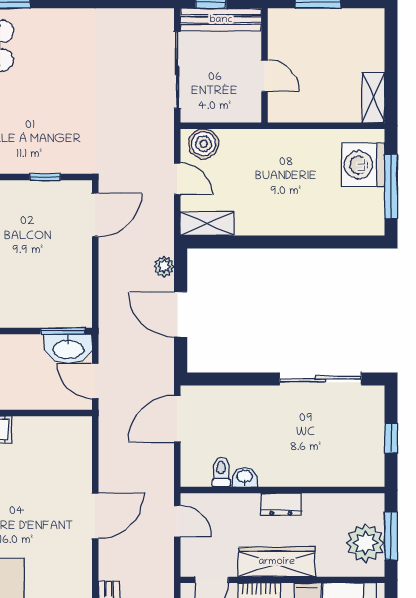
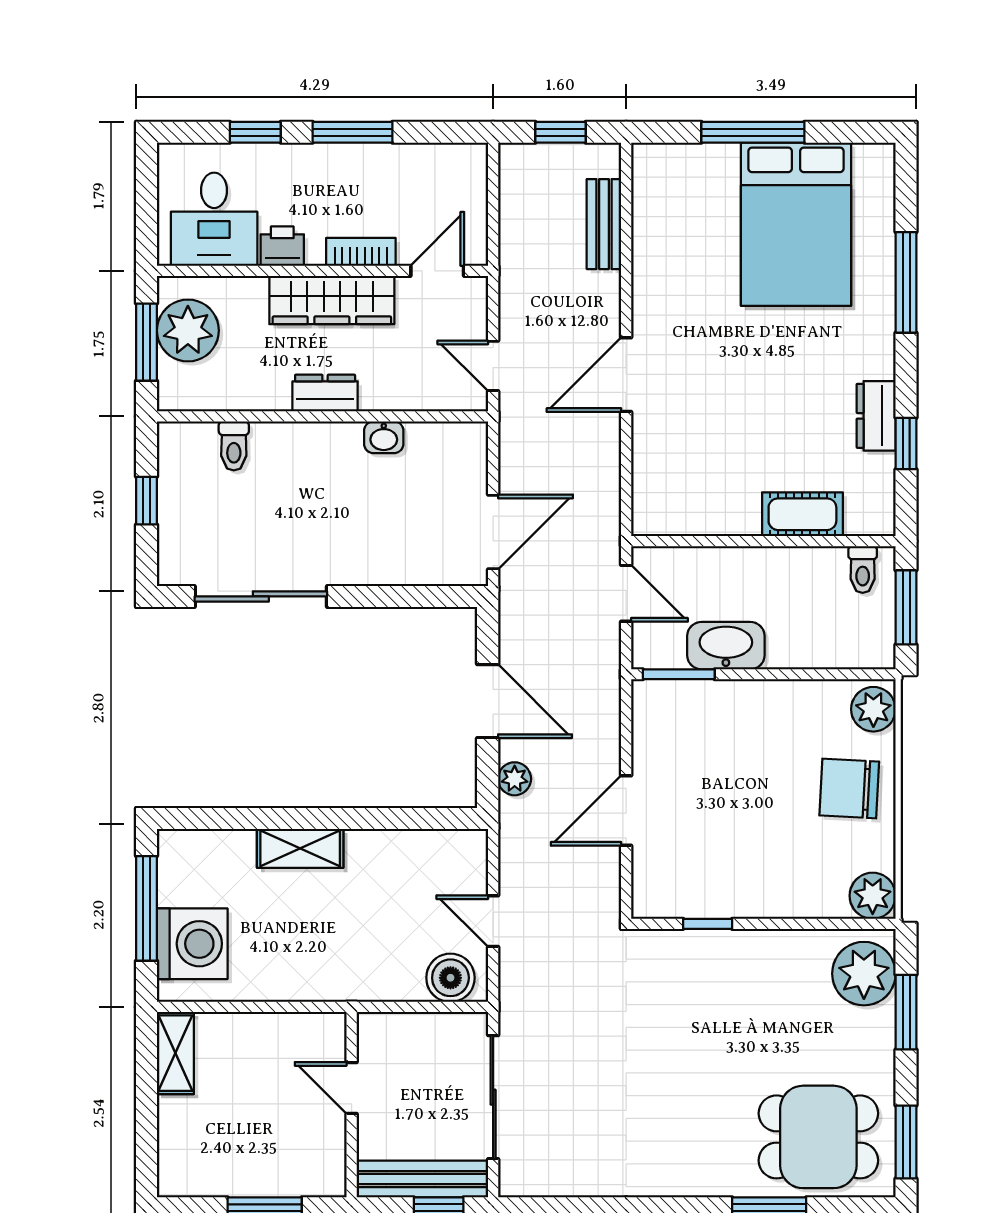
door: (95, 215) -> (626, 811), moved
shelving: (207, 224) -> (300, 848), moved
washbasin: (68, 349) -> (726, 646), moved
toilet: (221, 472) -> (234, 446), moved

